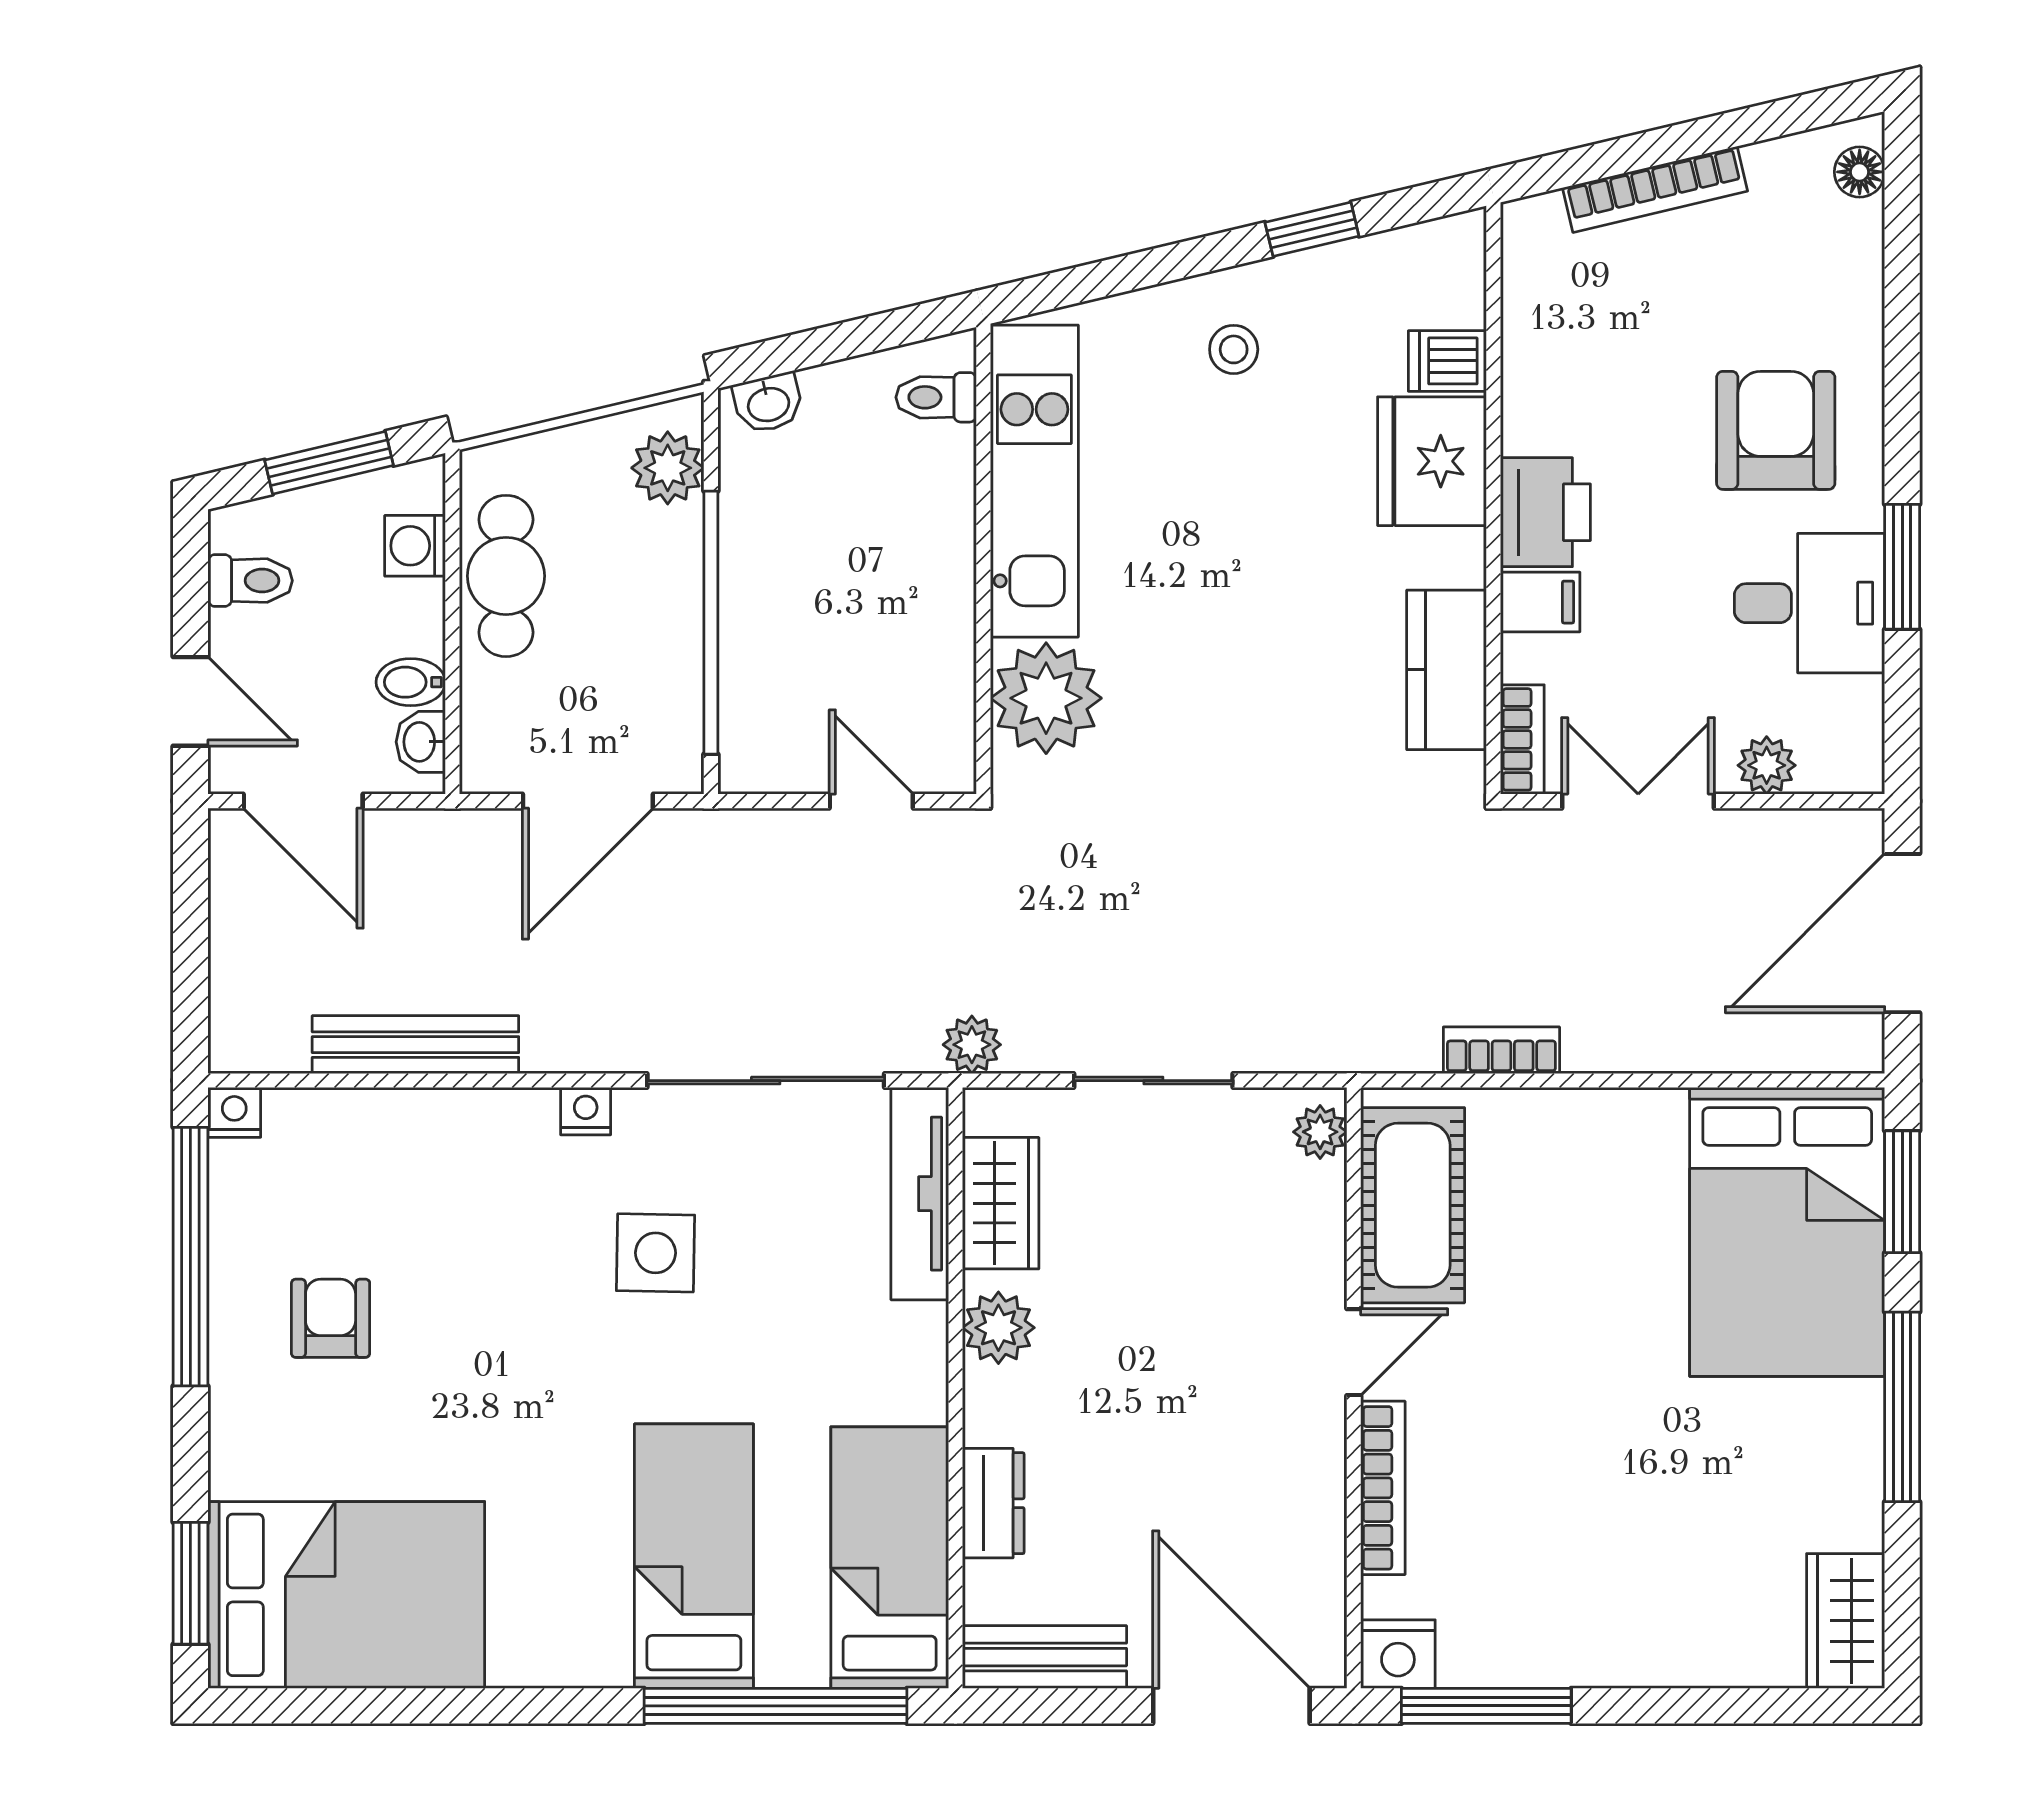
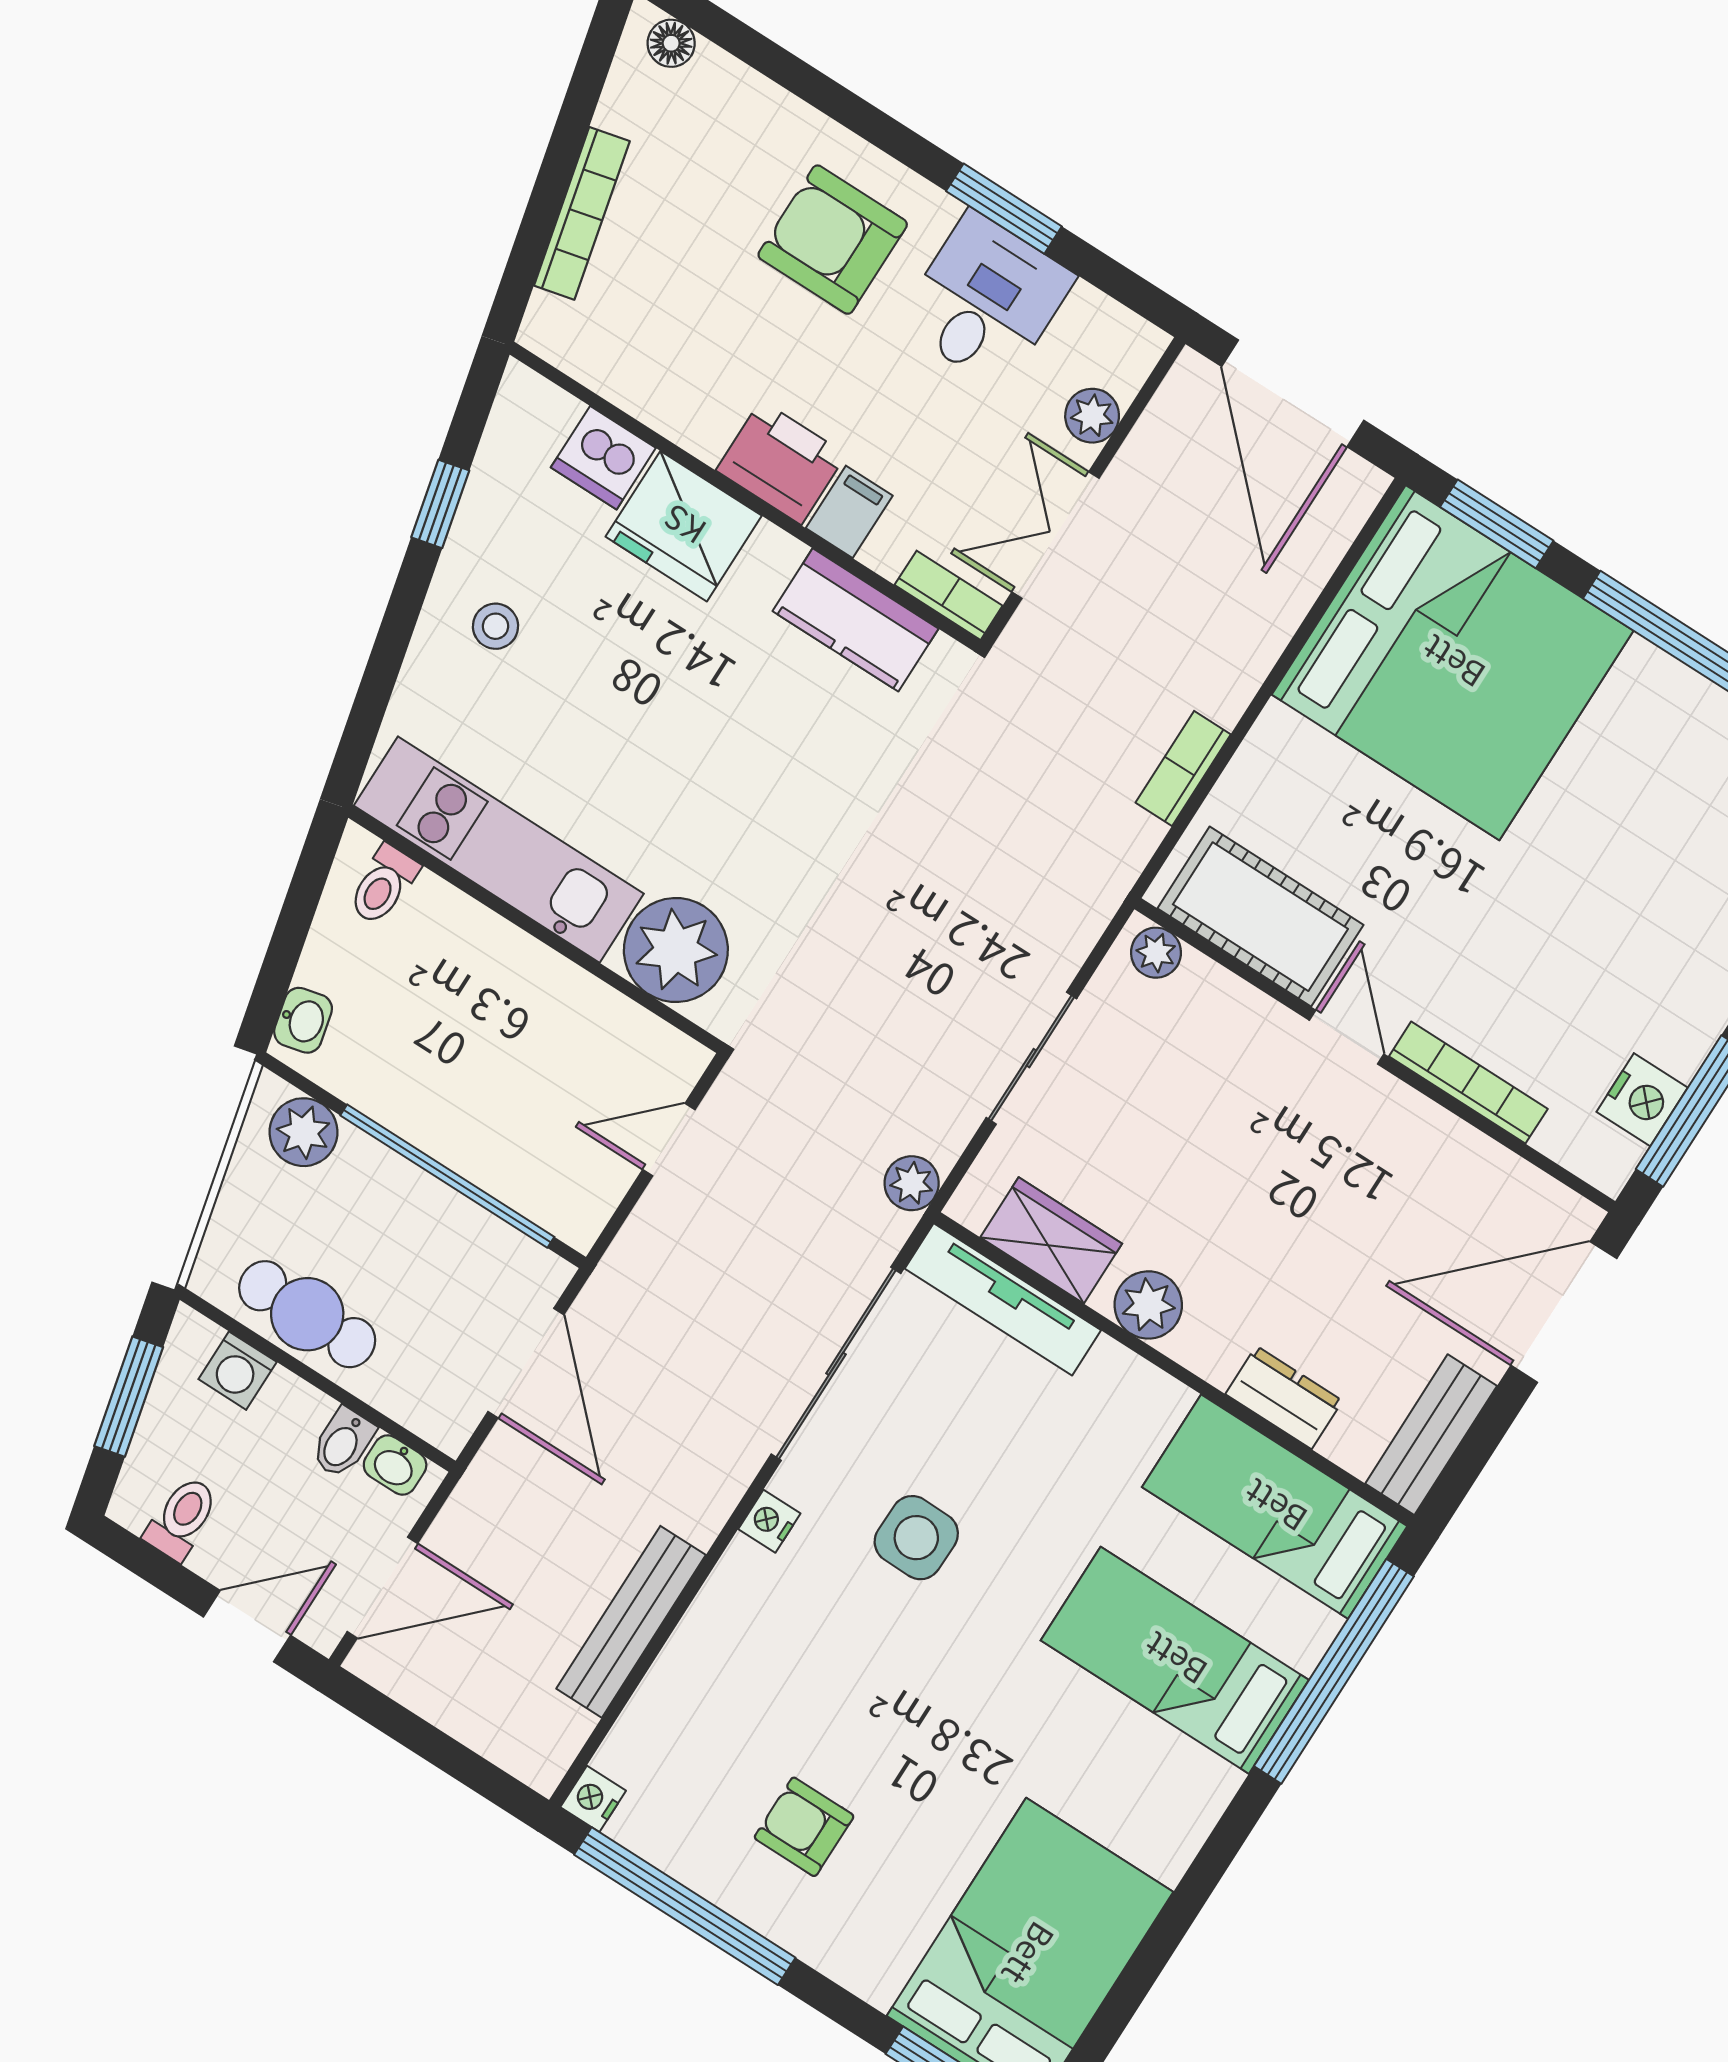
dishwasher: (1447, 361) -> (603, 458), width x1.38
bed: (1787, 1232) -> (1453, 663), width x1.36
nightstand: (1398, 1654) -> (1642, 1100), moved

